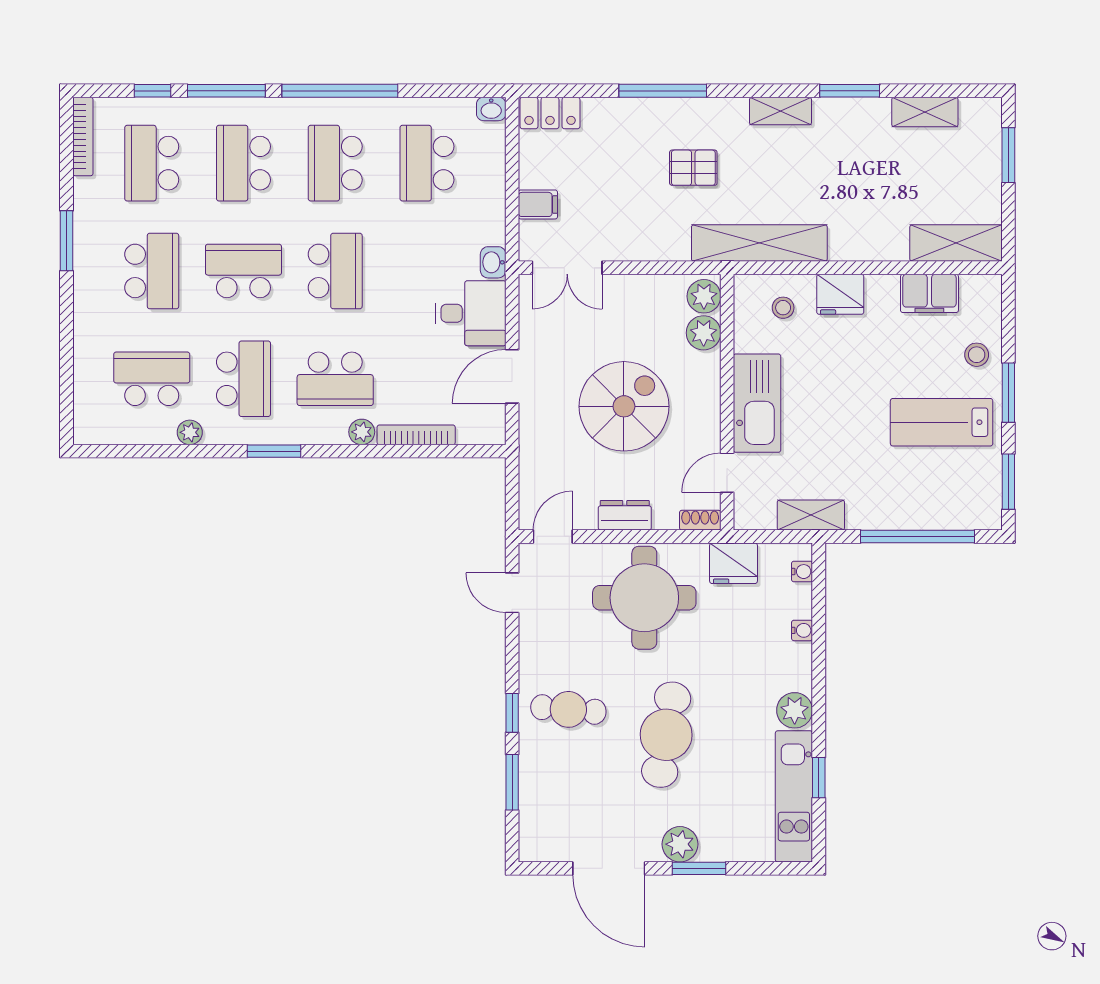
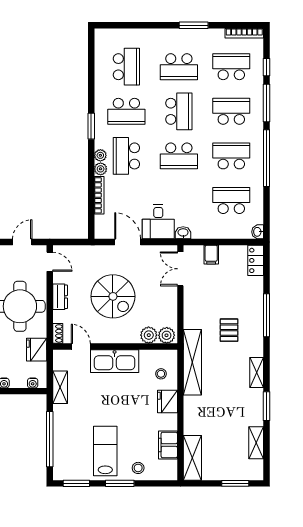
plant: (190, 432) -> (100, 155), moved

